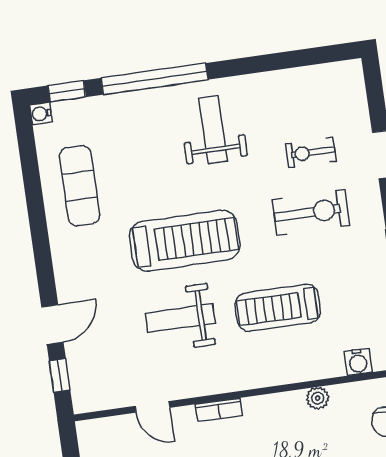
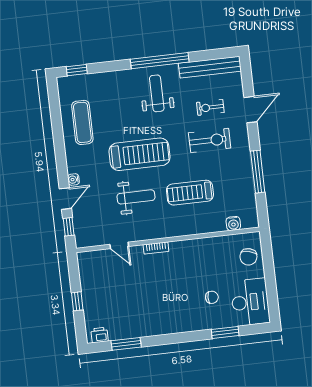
window: (155, 79) -> (160, 61), moved
bench: (308, 79) -> (210, 67), added
water cooler: (41, 114) -> (73, 180), moved
weight bench: (180, 318) -> (136, 197), turned 180
plant: (318, 398) -> (211, 243), removed

